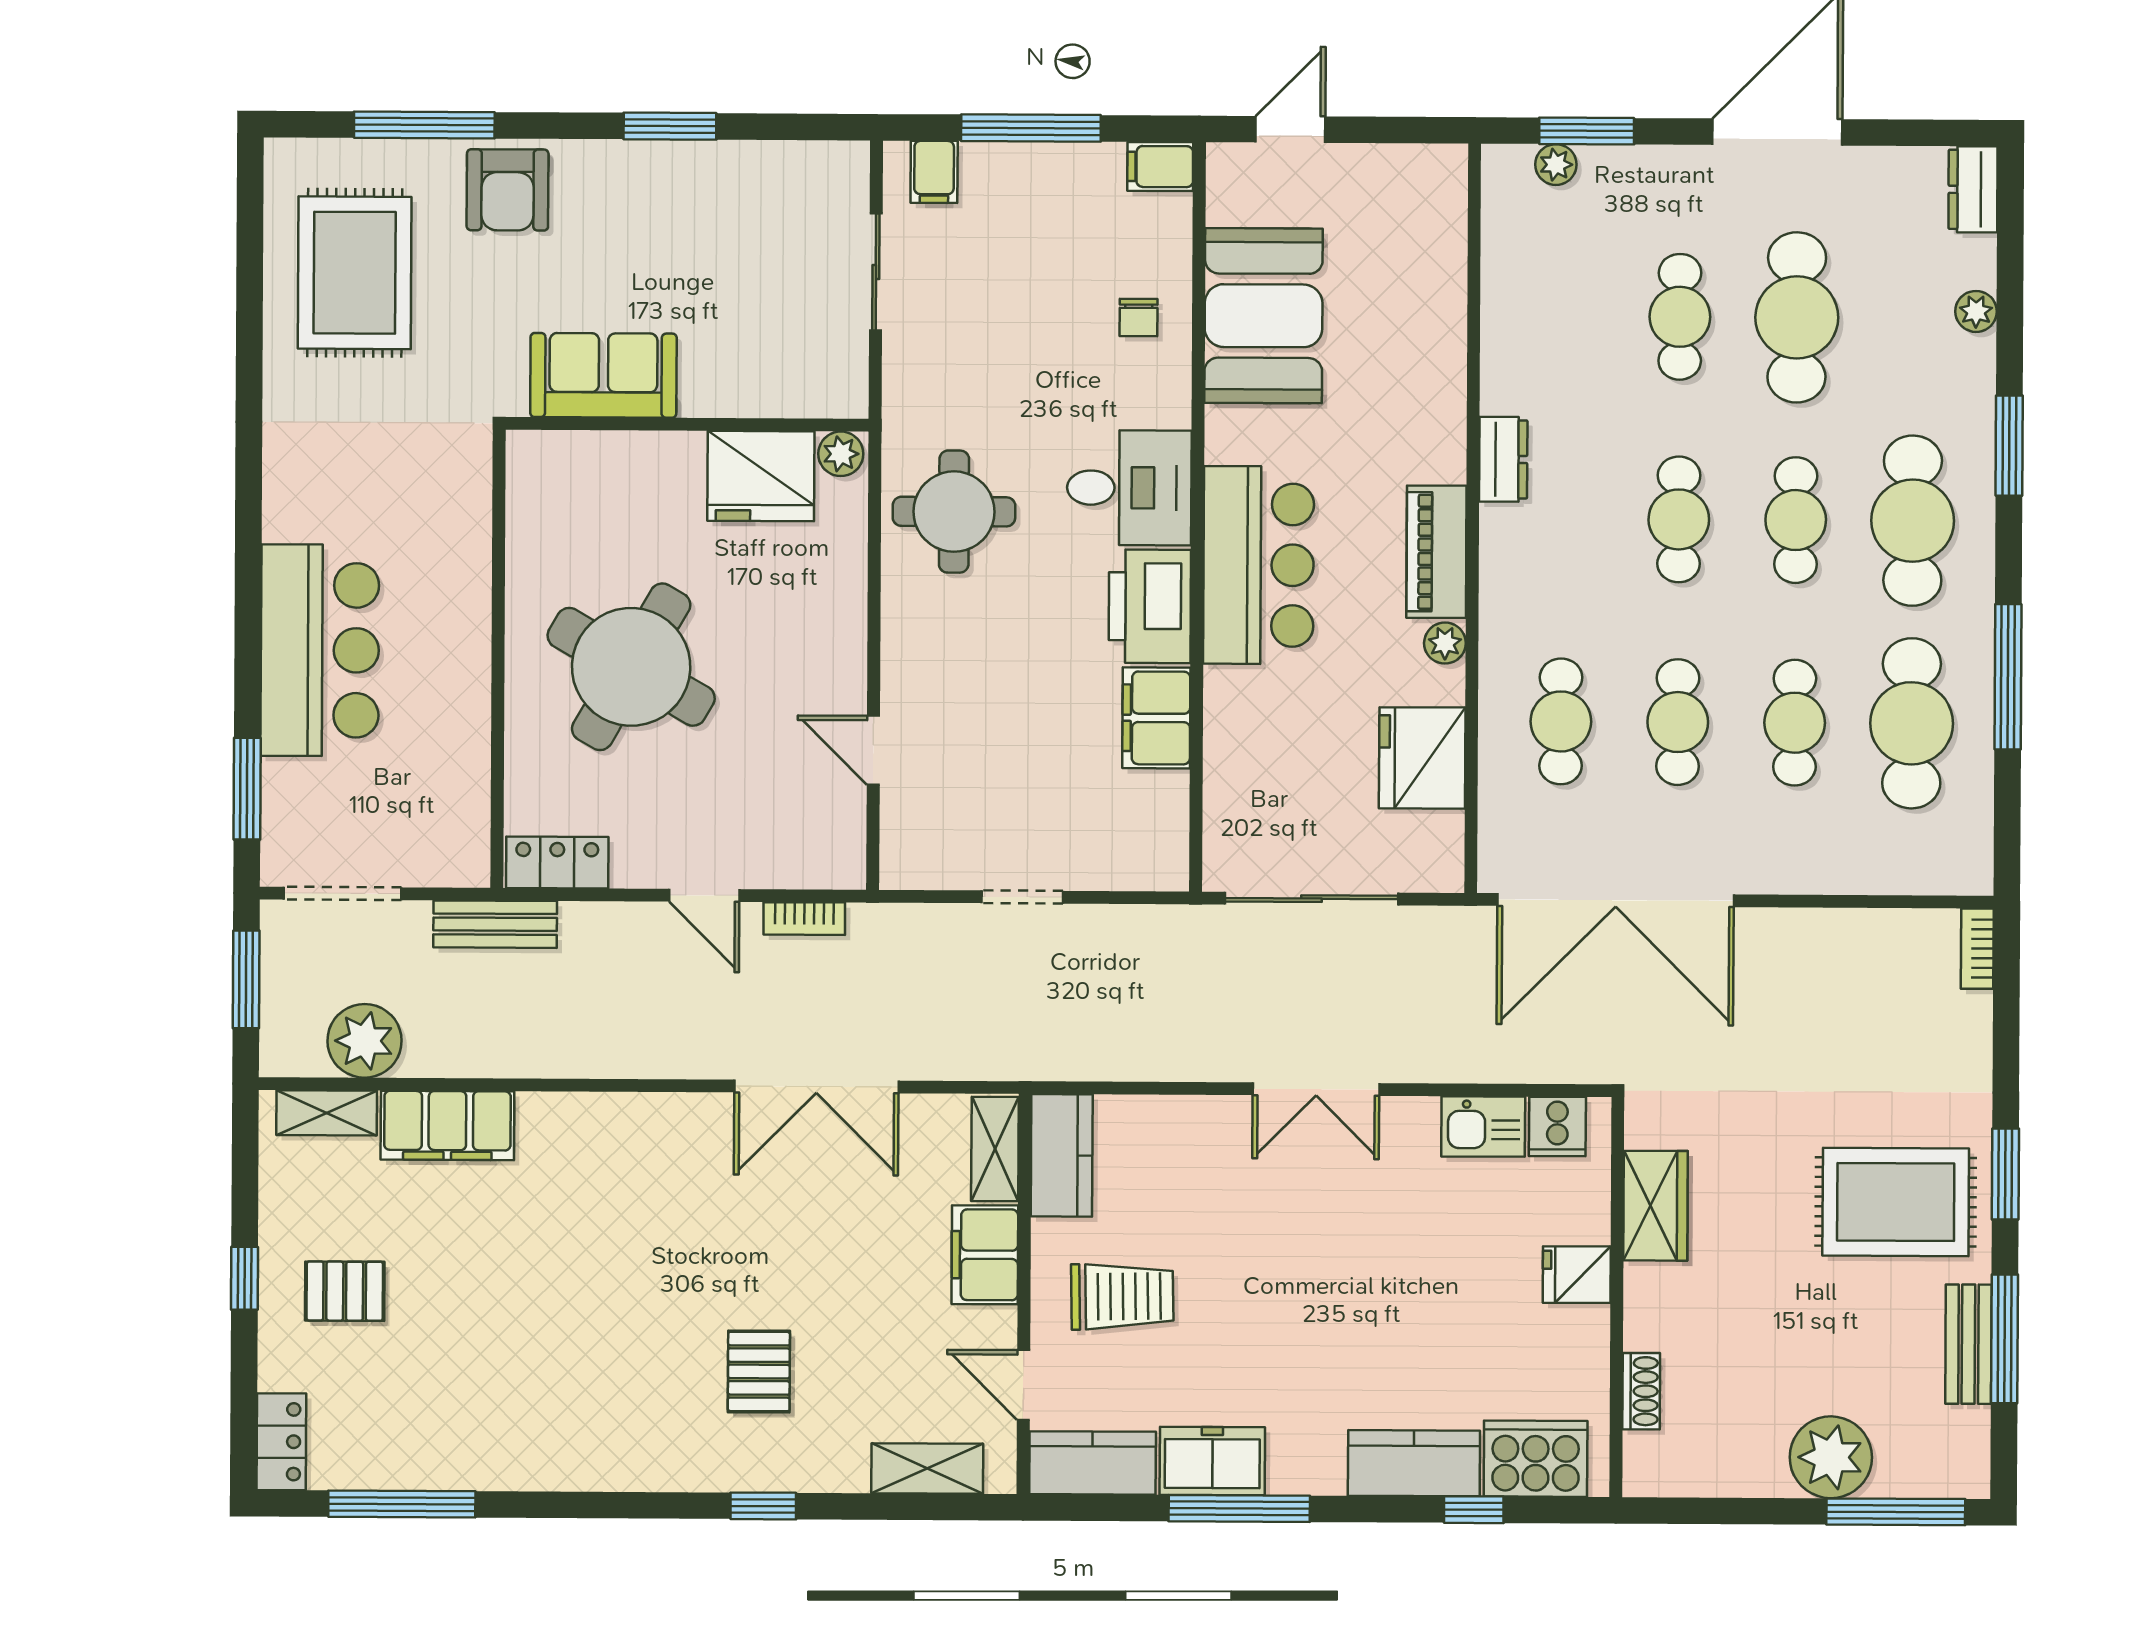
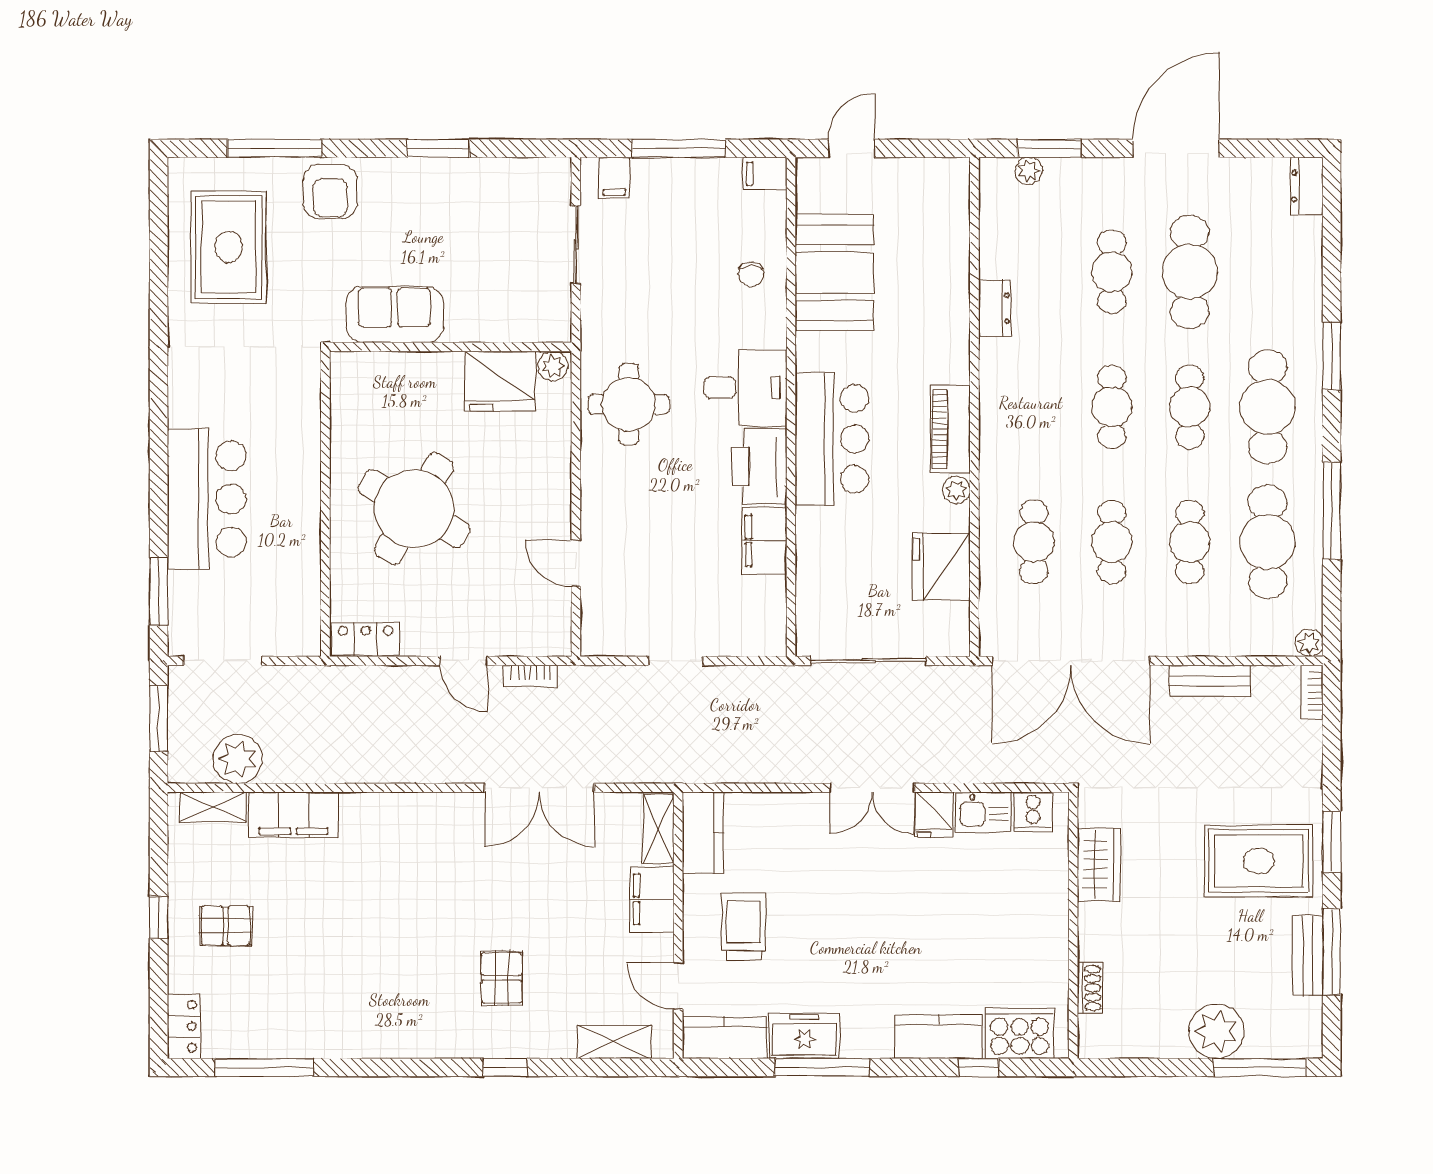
plant: (1976, 311) -> (1309, 643), moved
dresser: (1503, 459) -> (995, 308), moved
bench: (495, 924) -> (1210, 681), moved
fridge: (1577, 1275) -> (934, 814), moved, turned -90
trolley: (1122, 1296) -> (744, 927), turned -89

